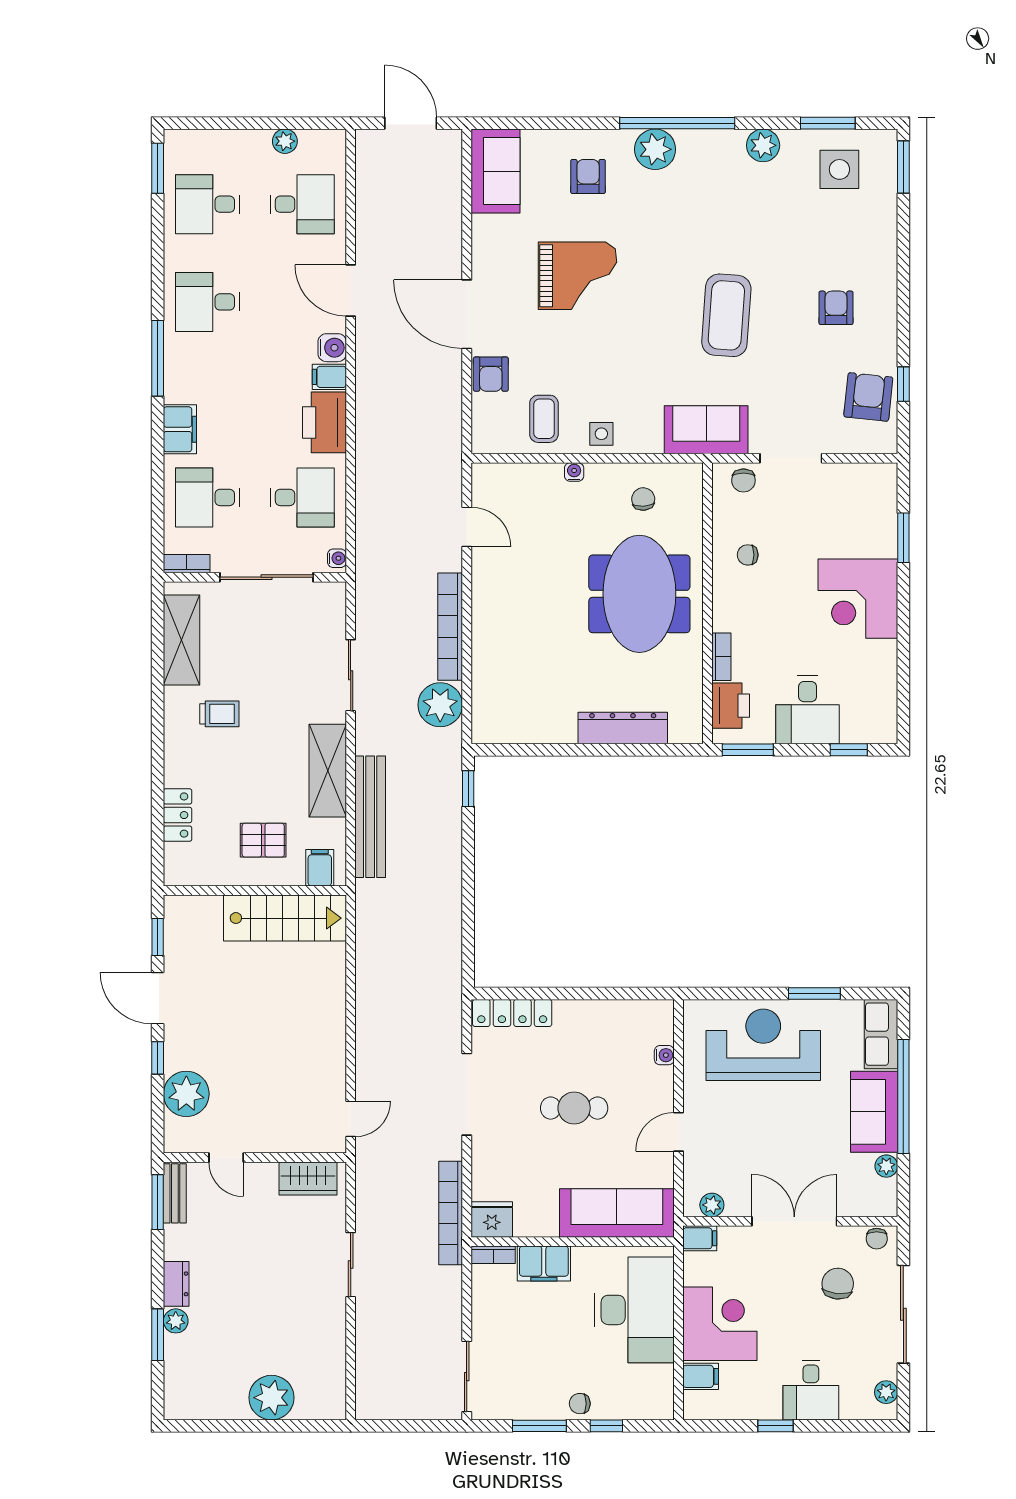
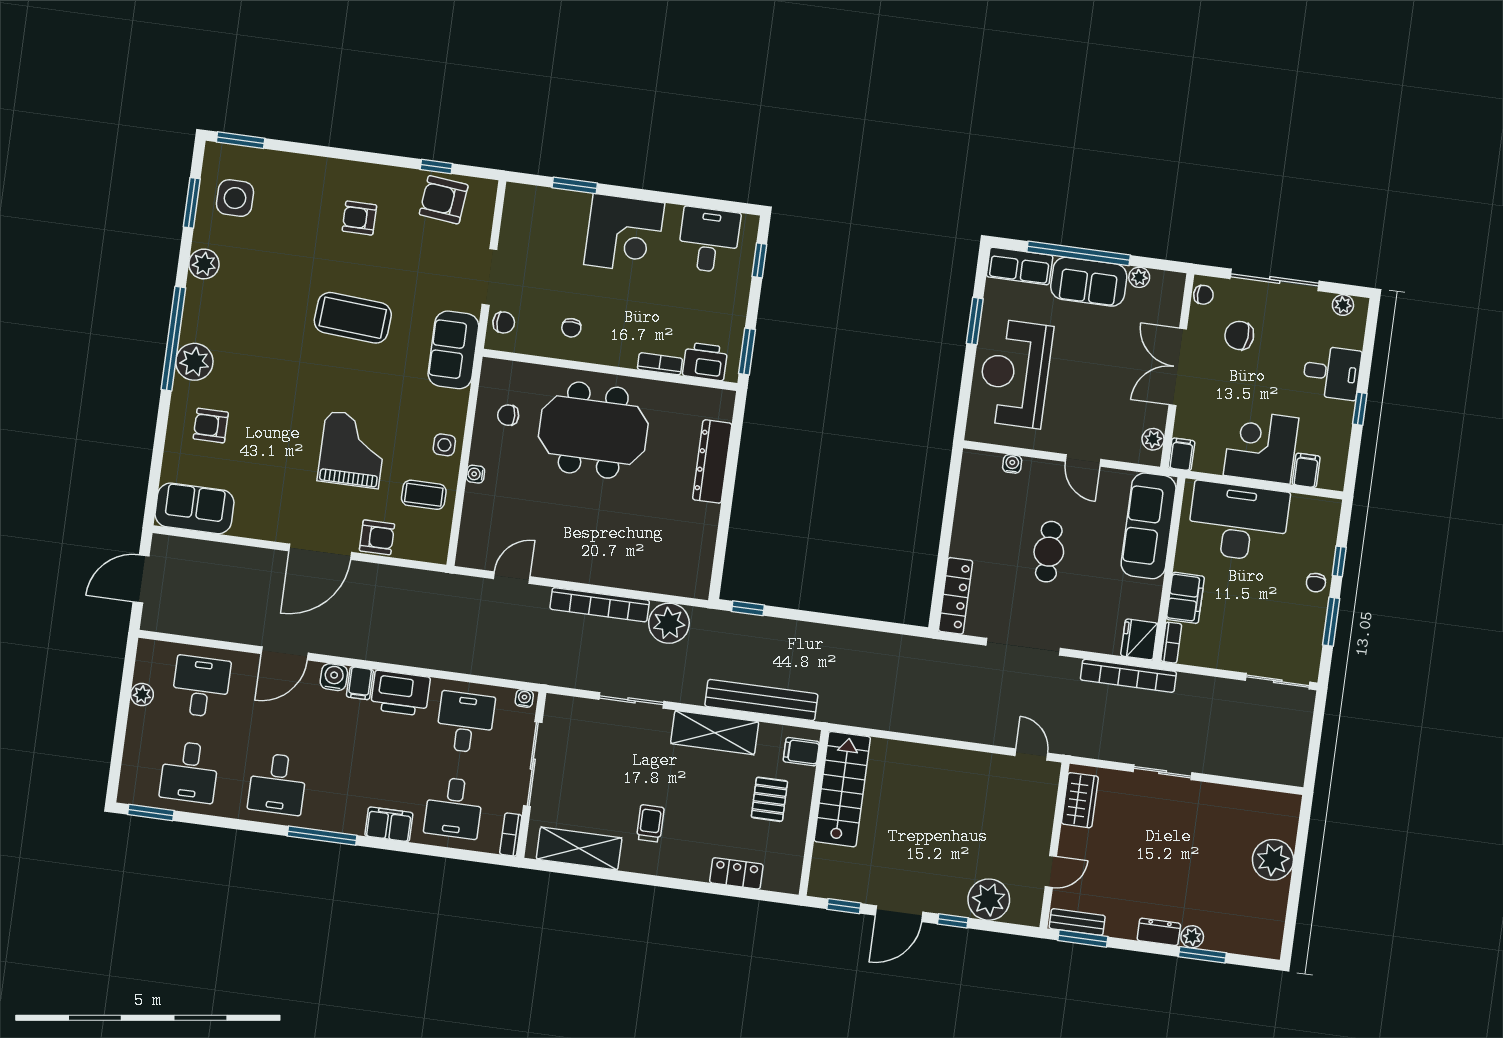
grand piano: (578, 276) -> (352, 450), moved
desk: (808, 710) -> (709, 240), moved, turned -90

